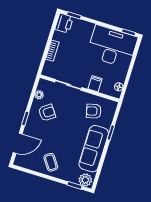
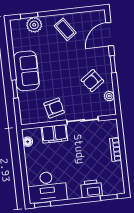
printer: (64, 23) -> (91, 189), moved, turned 90
desk: (112, 47) -> (47, 187), width x0.73, depth x0.77
filing cabinet: (95, 84) -> (54, 134), width x2.00
armchair: (94, 111) -> (54, 108), moved
sofa: (94, 149) -> (26, 71), width x0.73
plant: (85, 180) -> (34, 25), moved

